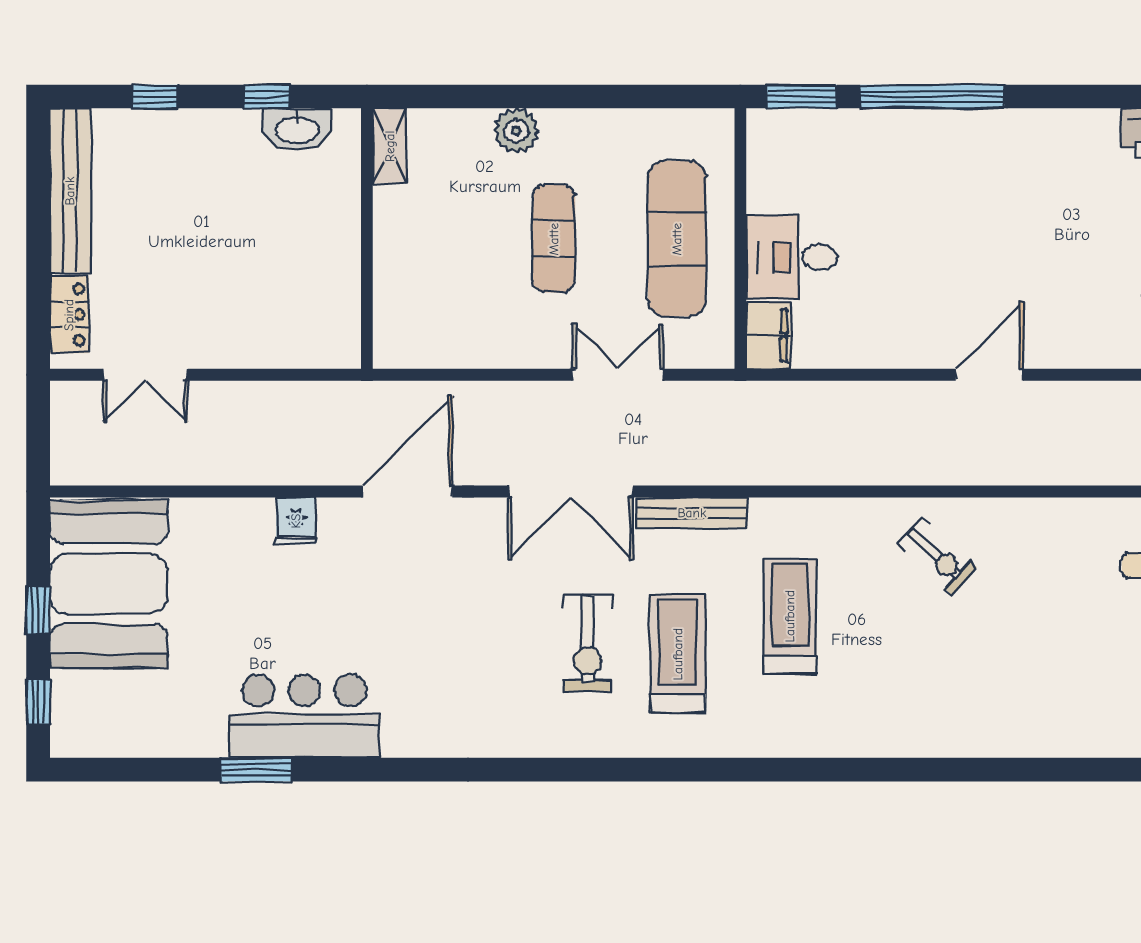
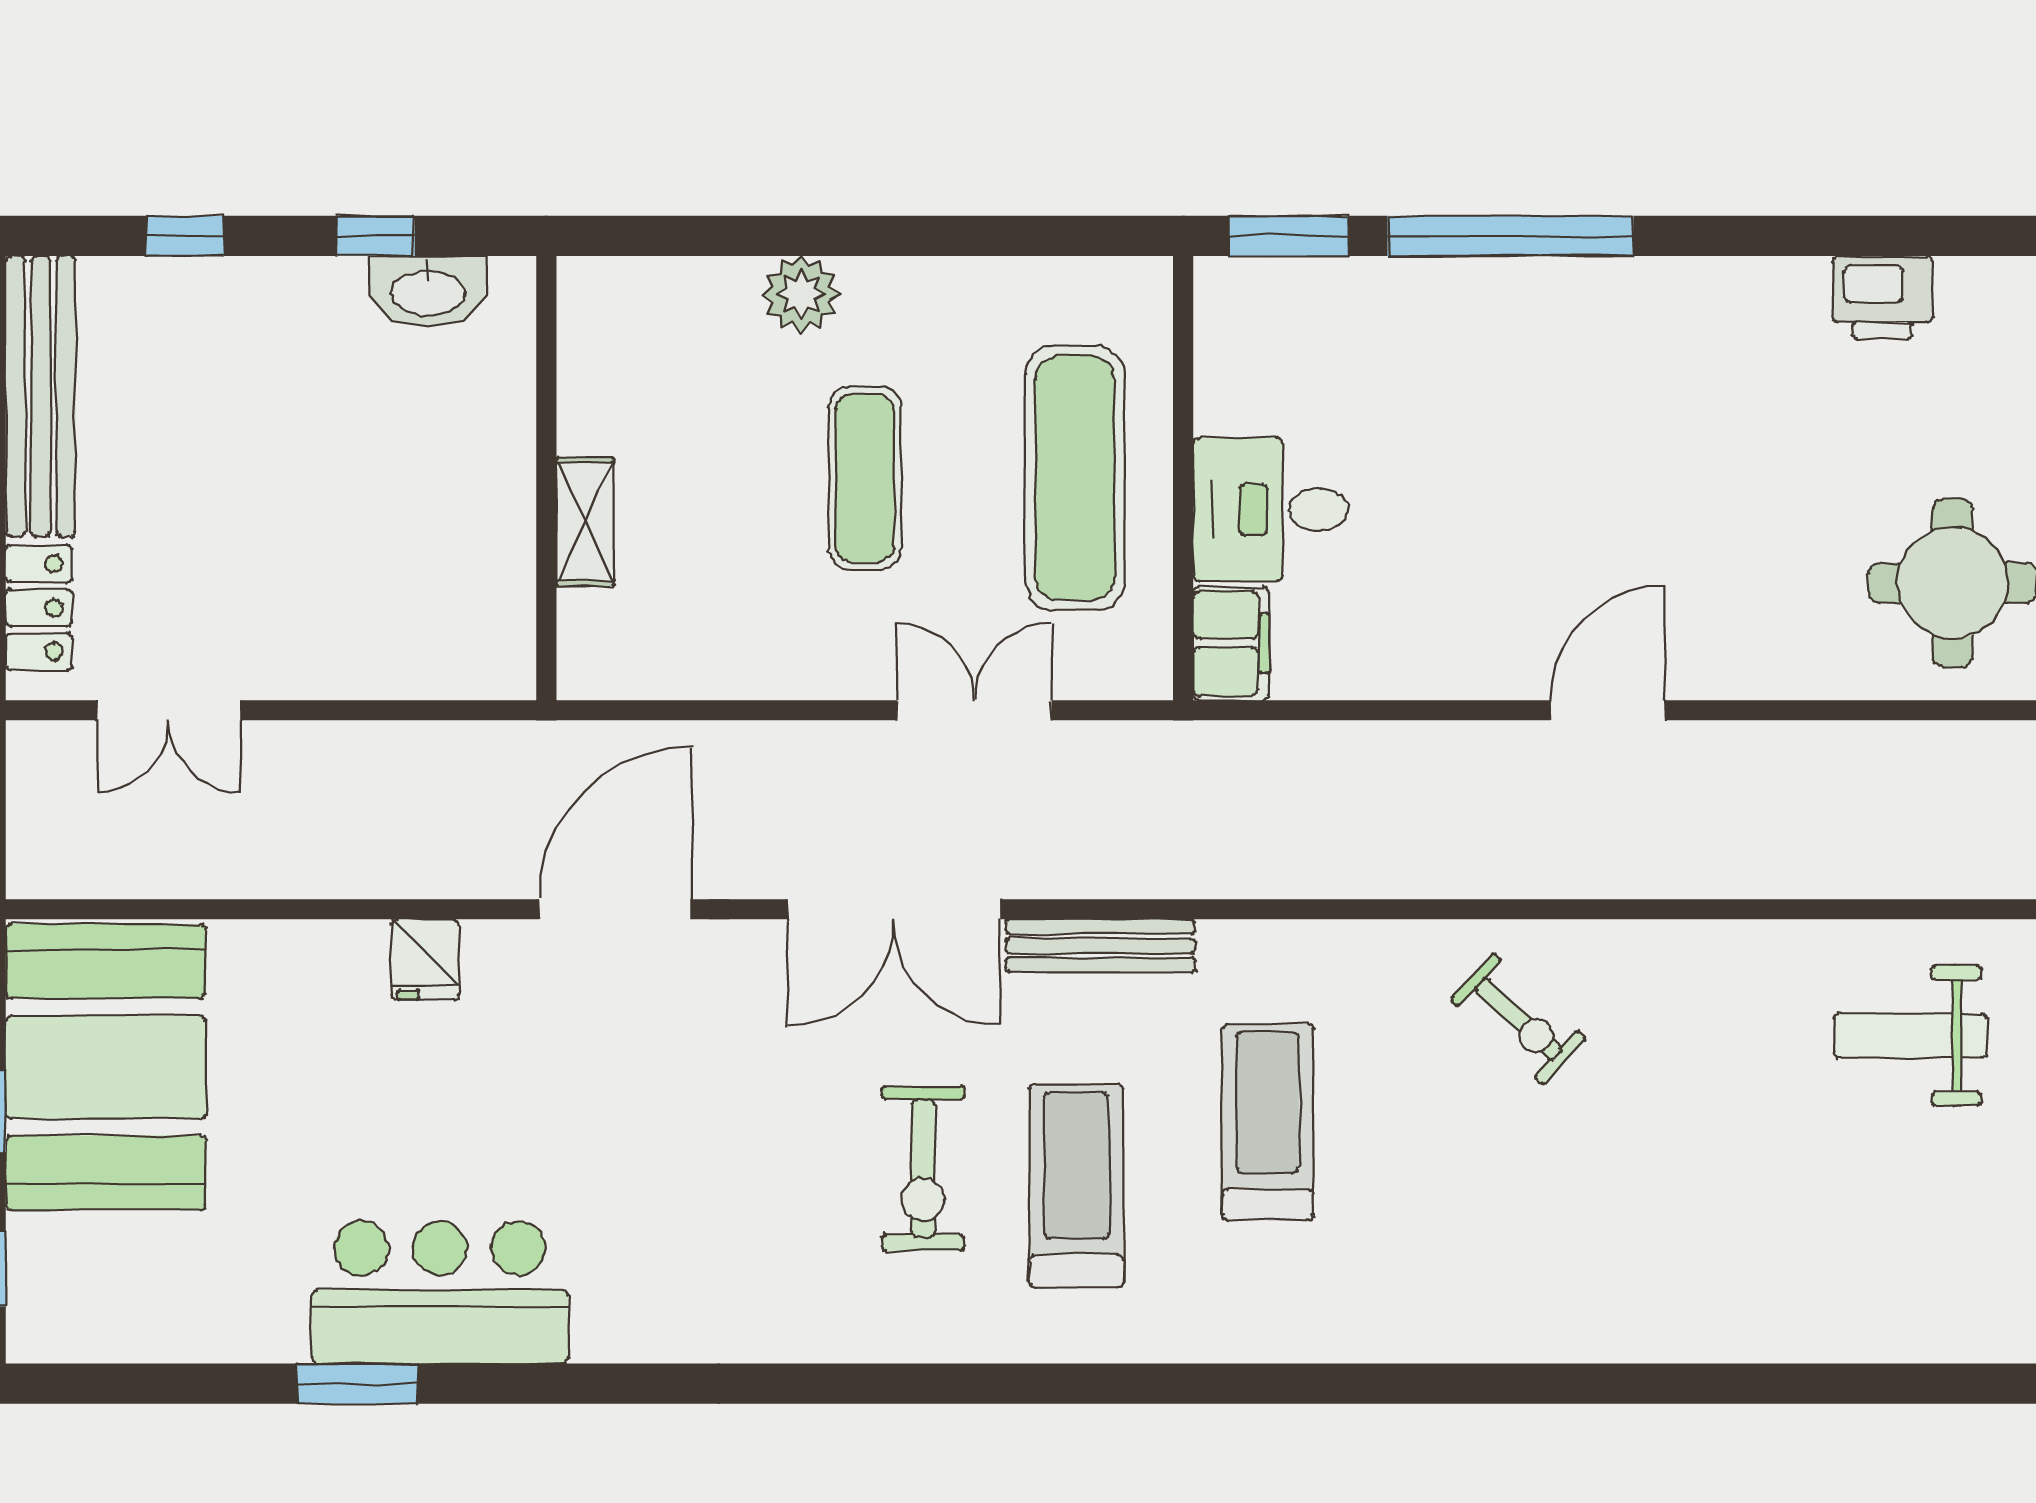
shelving: (390, 146) -> (585, 522), moved

